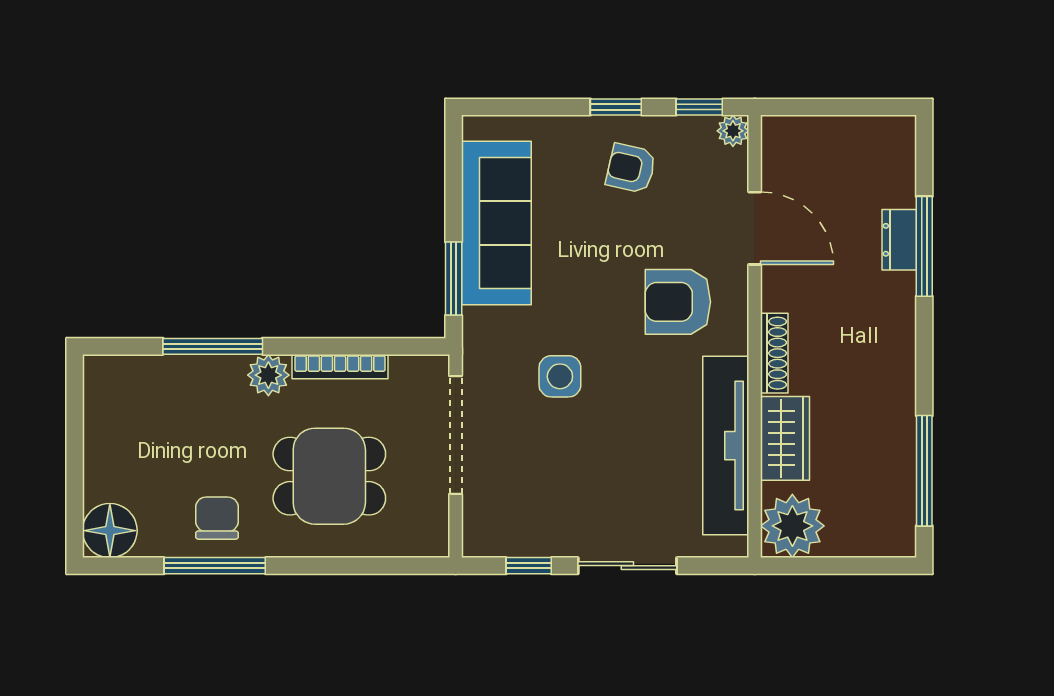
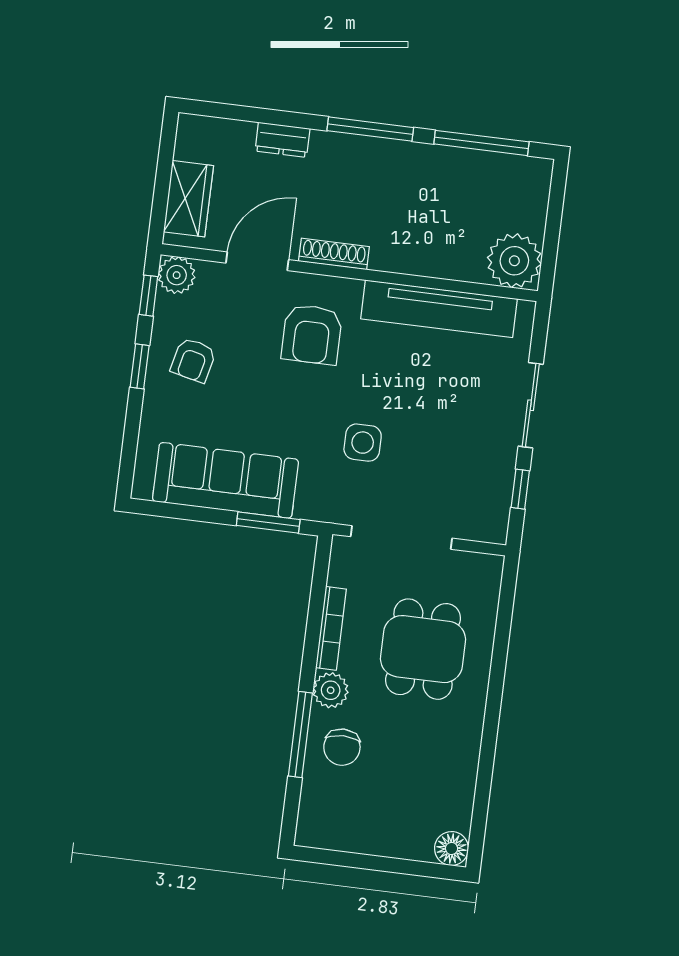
plant: (733, 131) -> (177, 275), width x1.38, depth x1.38
window: (924, 246) -> (370, 129), moved
shoe rack: (774, 353) -> (334, 254), moved
wardrobe: (785, 438) -> (188, 199), moved, turned 90
chair: (217, 518) -> (342, 747), moved, turned -90
floor lamp: (110, 531) -> (452, 848), width x0.73, depth x0.73
window: (215, 566) -> (487, 756), removed

